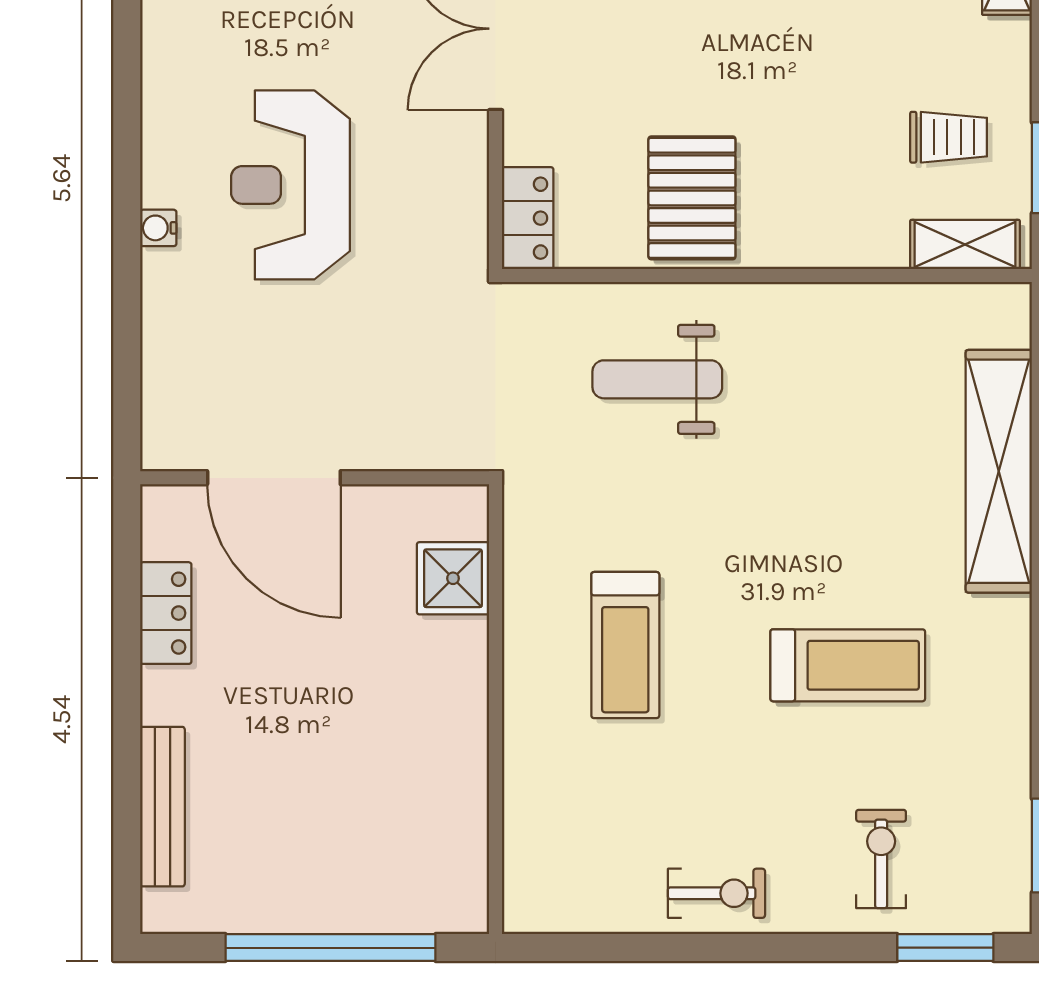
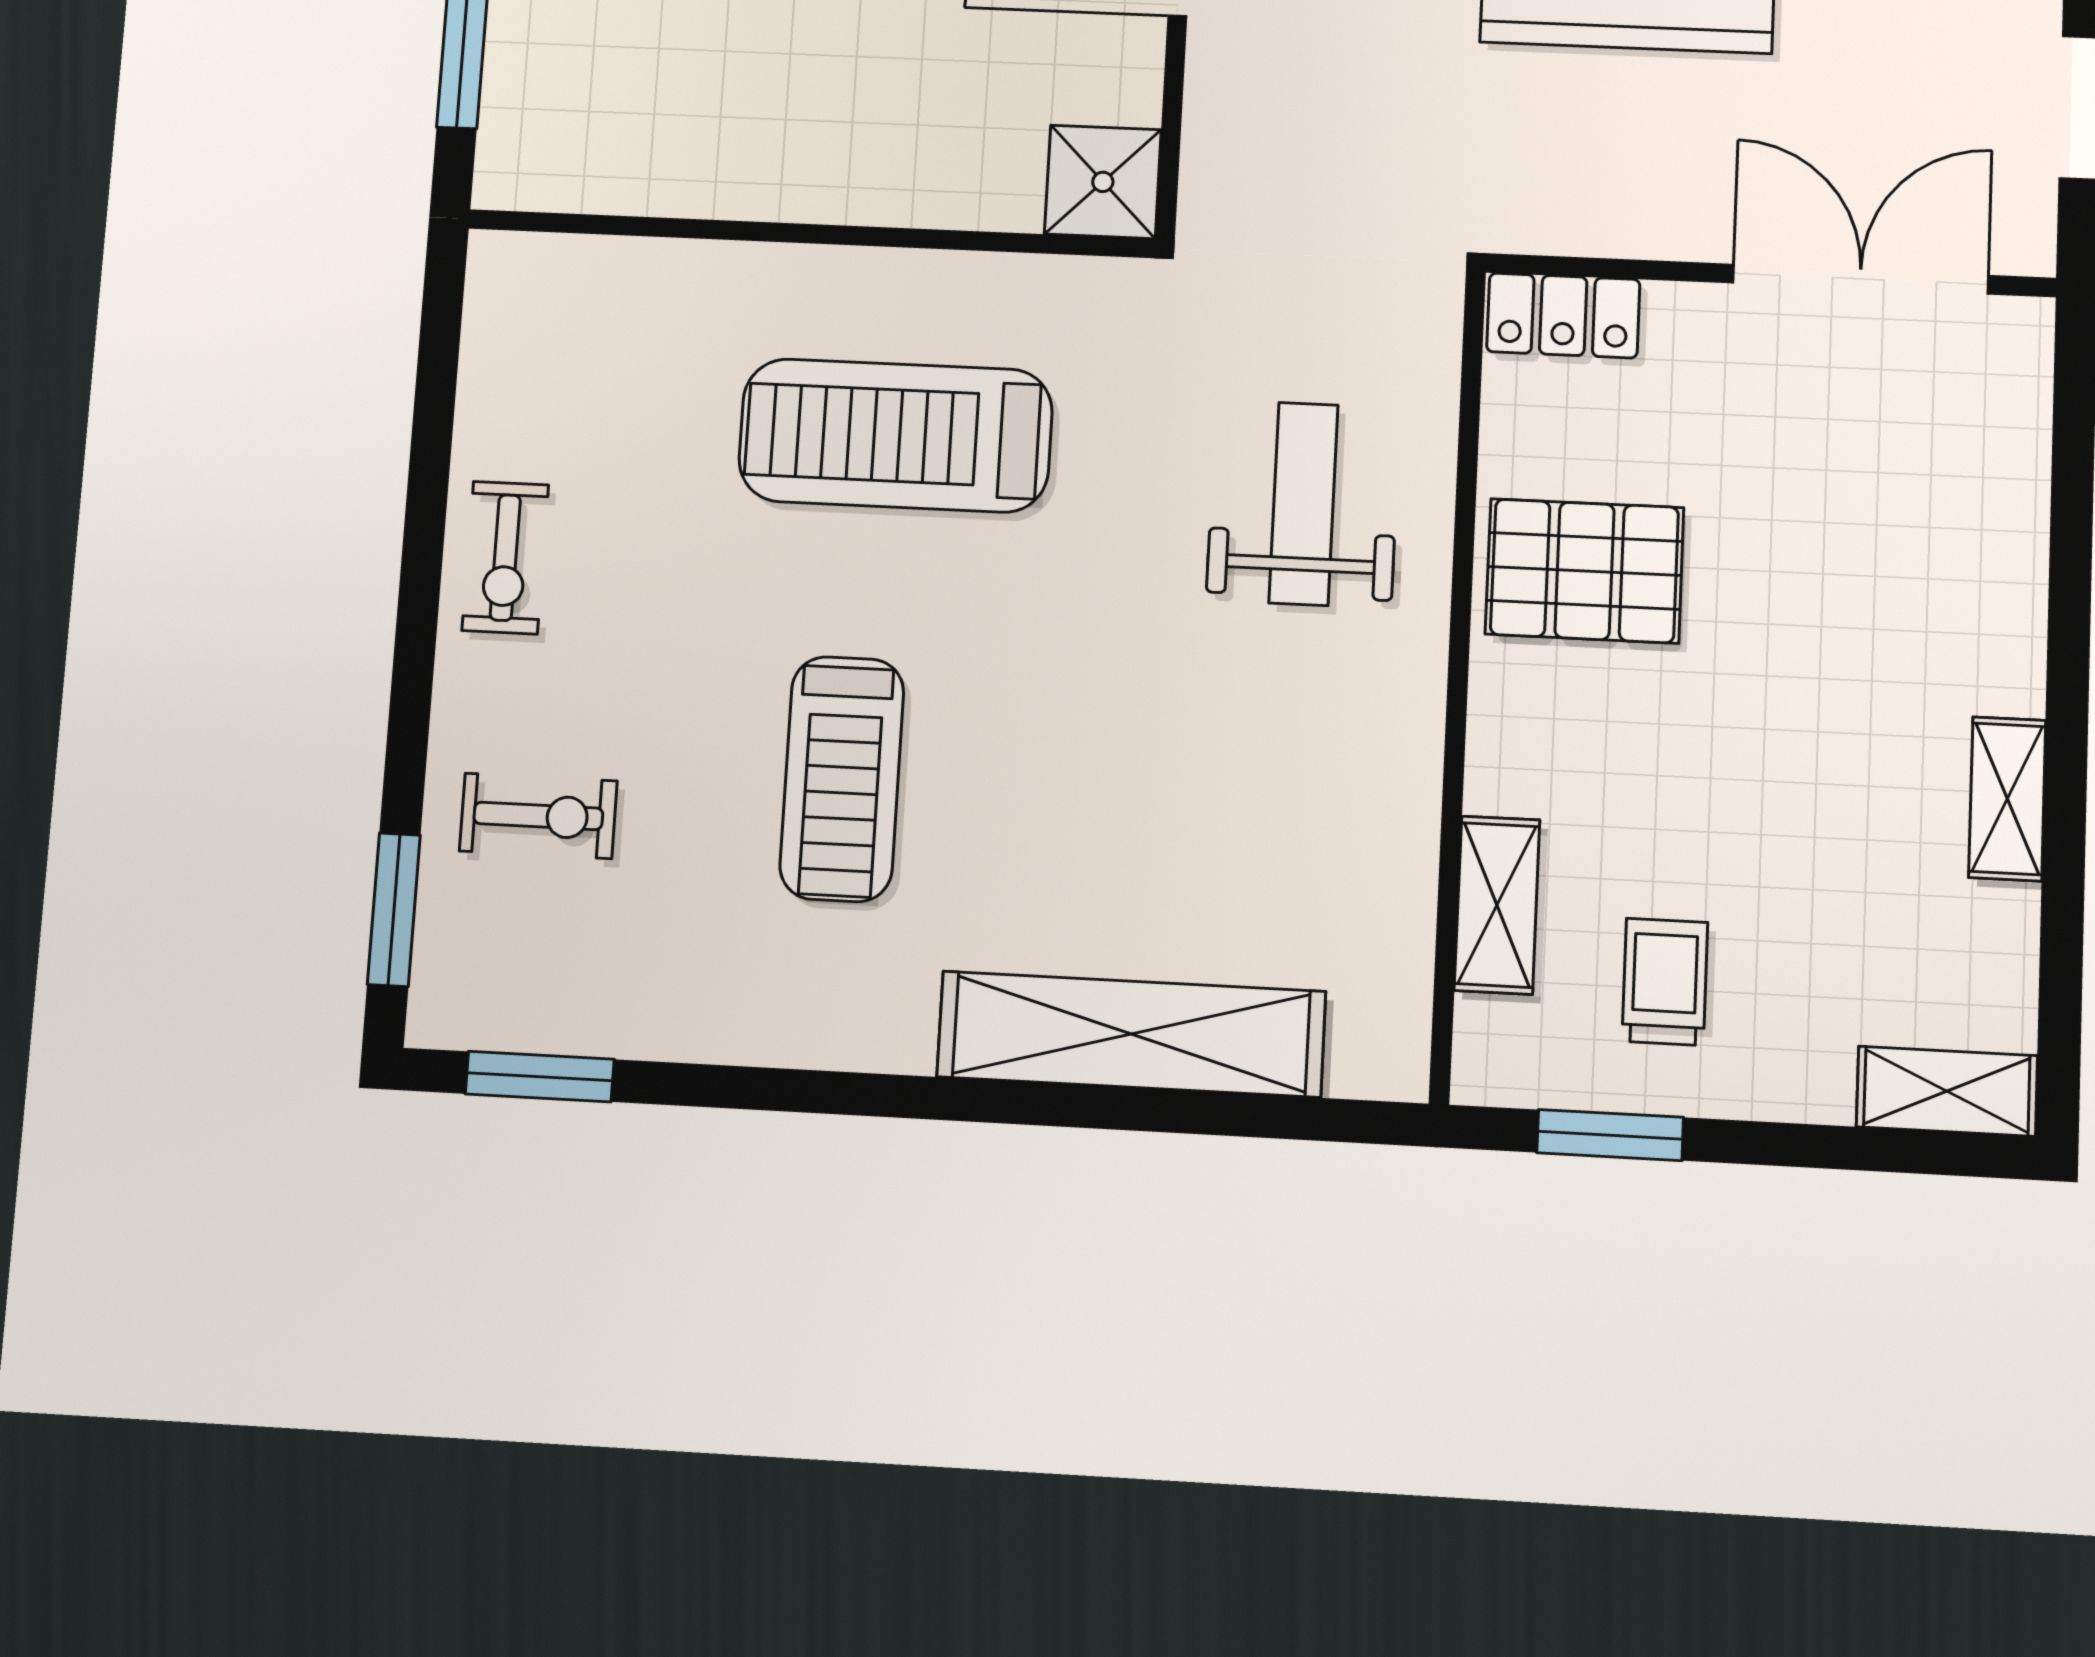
trolley: (949, 137) -> (1665, 982), turned 180
shelving: (965, 244) -> (1497, 905), moved
shower: (453, 578) -> (1103, 182), moved
treadmill: (625, 645) -> (895, 435), width x1.37, depth x1.38

